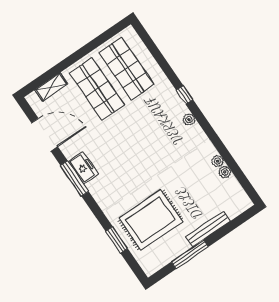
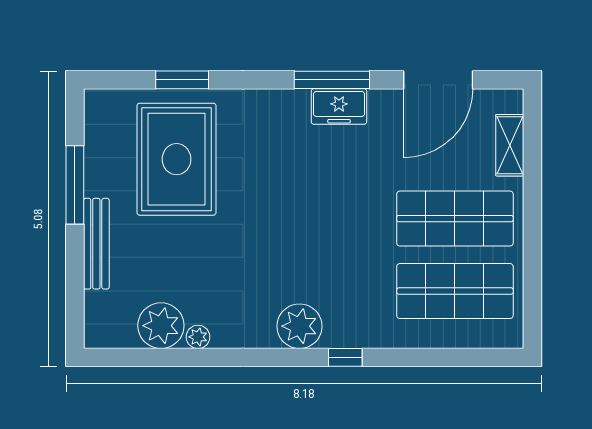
plant: (189, 120) -> (299, 326), width x1.87, depth x1.87
plant: (225, 172) -> (161, 326), width x1.87, depth x1.87

